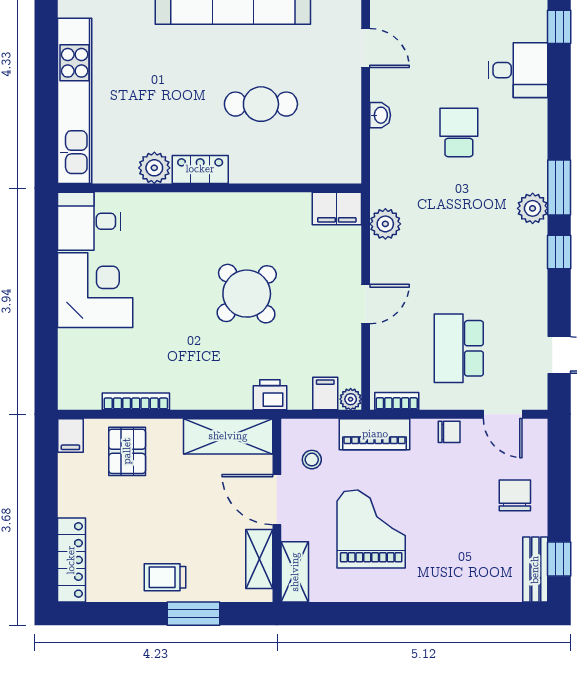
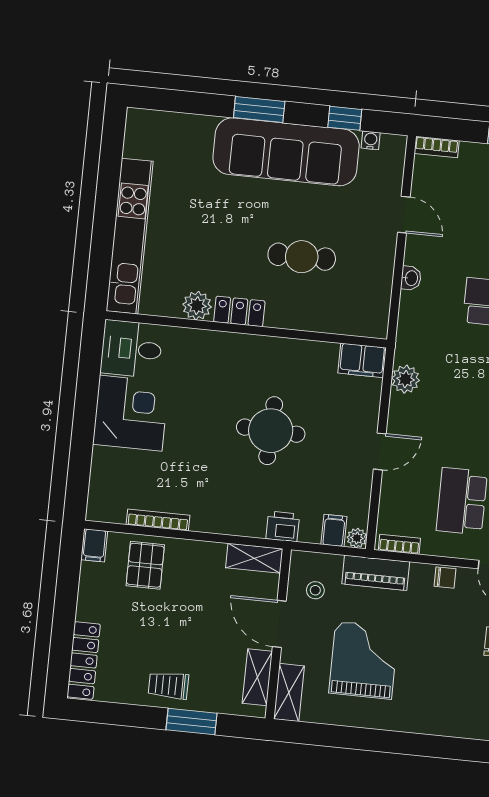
round table: (247, 294) -> (271, 431), turned 45
shelving: (228, 436) -> (254, 558), width x0.67, depth x0.75

